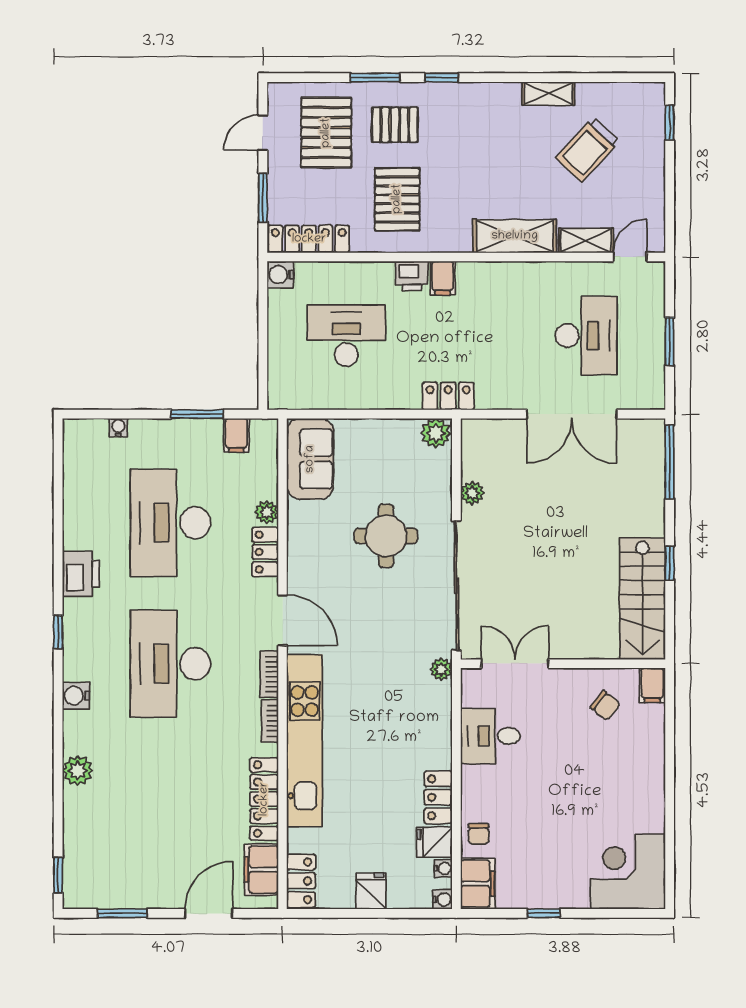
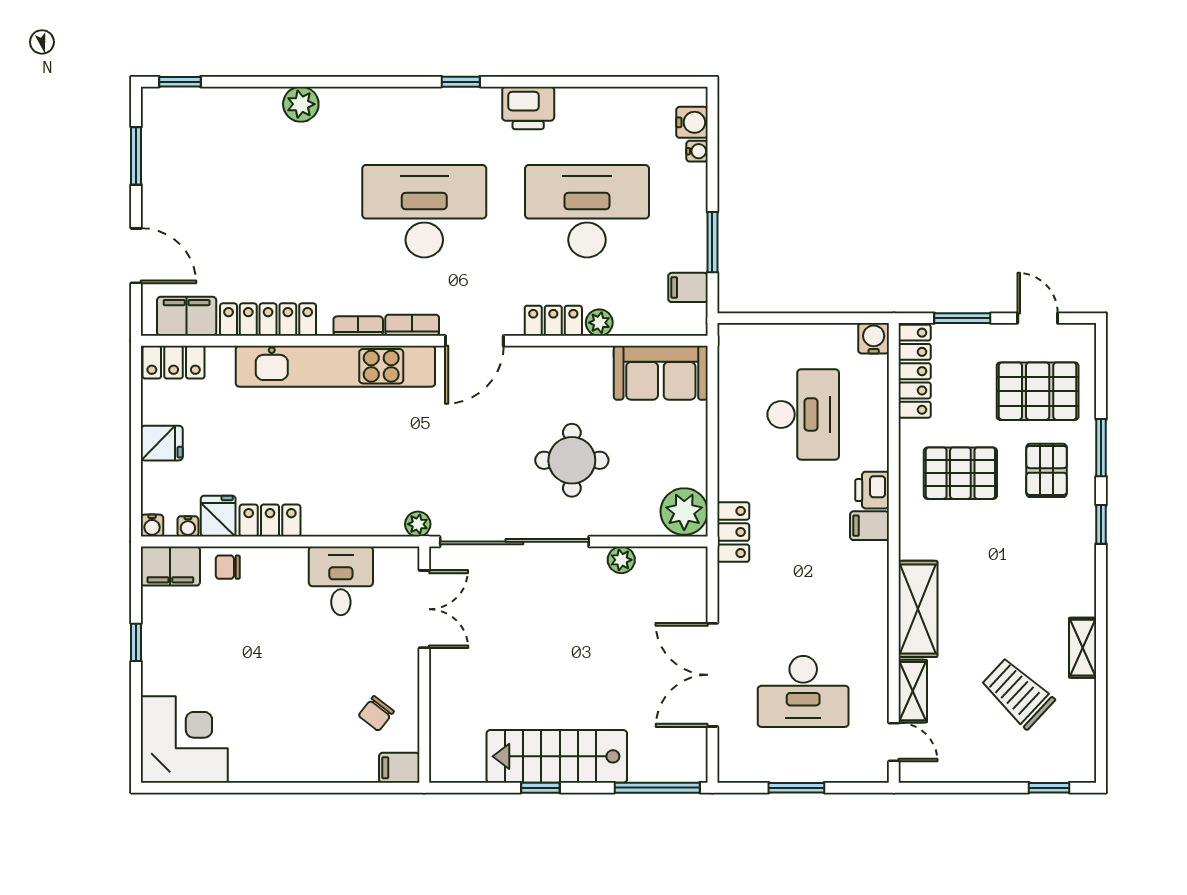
plant: (436, 433) -> (684, 512), width x1.36, depth x1.36
stairs: (642, 599) -> (557, 756), moved
water cooler: (76, 696) -> (692, 122), moved, turned 90

